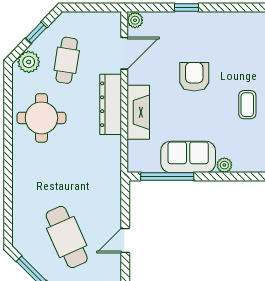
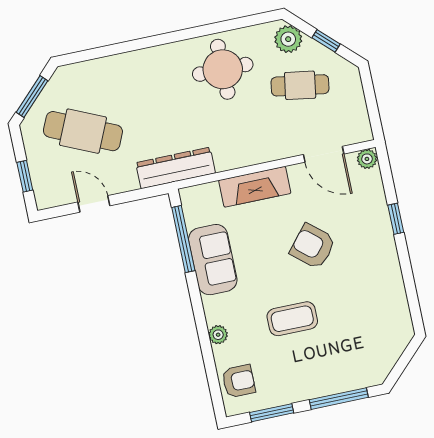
armchair: (194, 77) -> (313, 246), turned -140
dresser: (111, 104) -> (176, 168), moved
coffee table: (247, 105) -> (292, 319), width x1.36, depth x1.30
plant: (224, 165) -> (218, 335), moved
cafe table: (67, 237) -> (83, 131), turned 48

